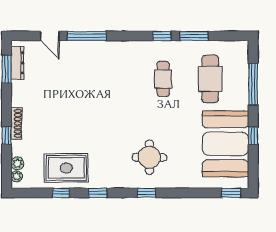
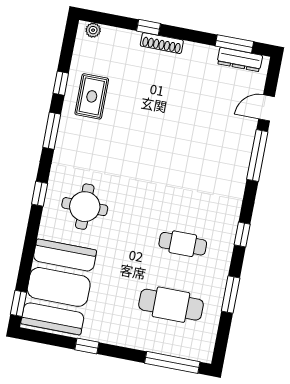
window: (162, 36) -> (242, 235), moved
window: (253, 84) -> (172, 362), moved
booth: (225, 144) -> (59, 287), moved, turned 90
plant: (17, 163) -> (110, 34), removed
rug: (66, 168) -> (92, 96), width x0.73, depth x0.70
window: (98, 193) -> (52, 131), width x1.50

